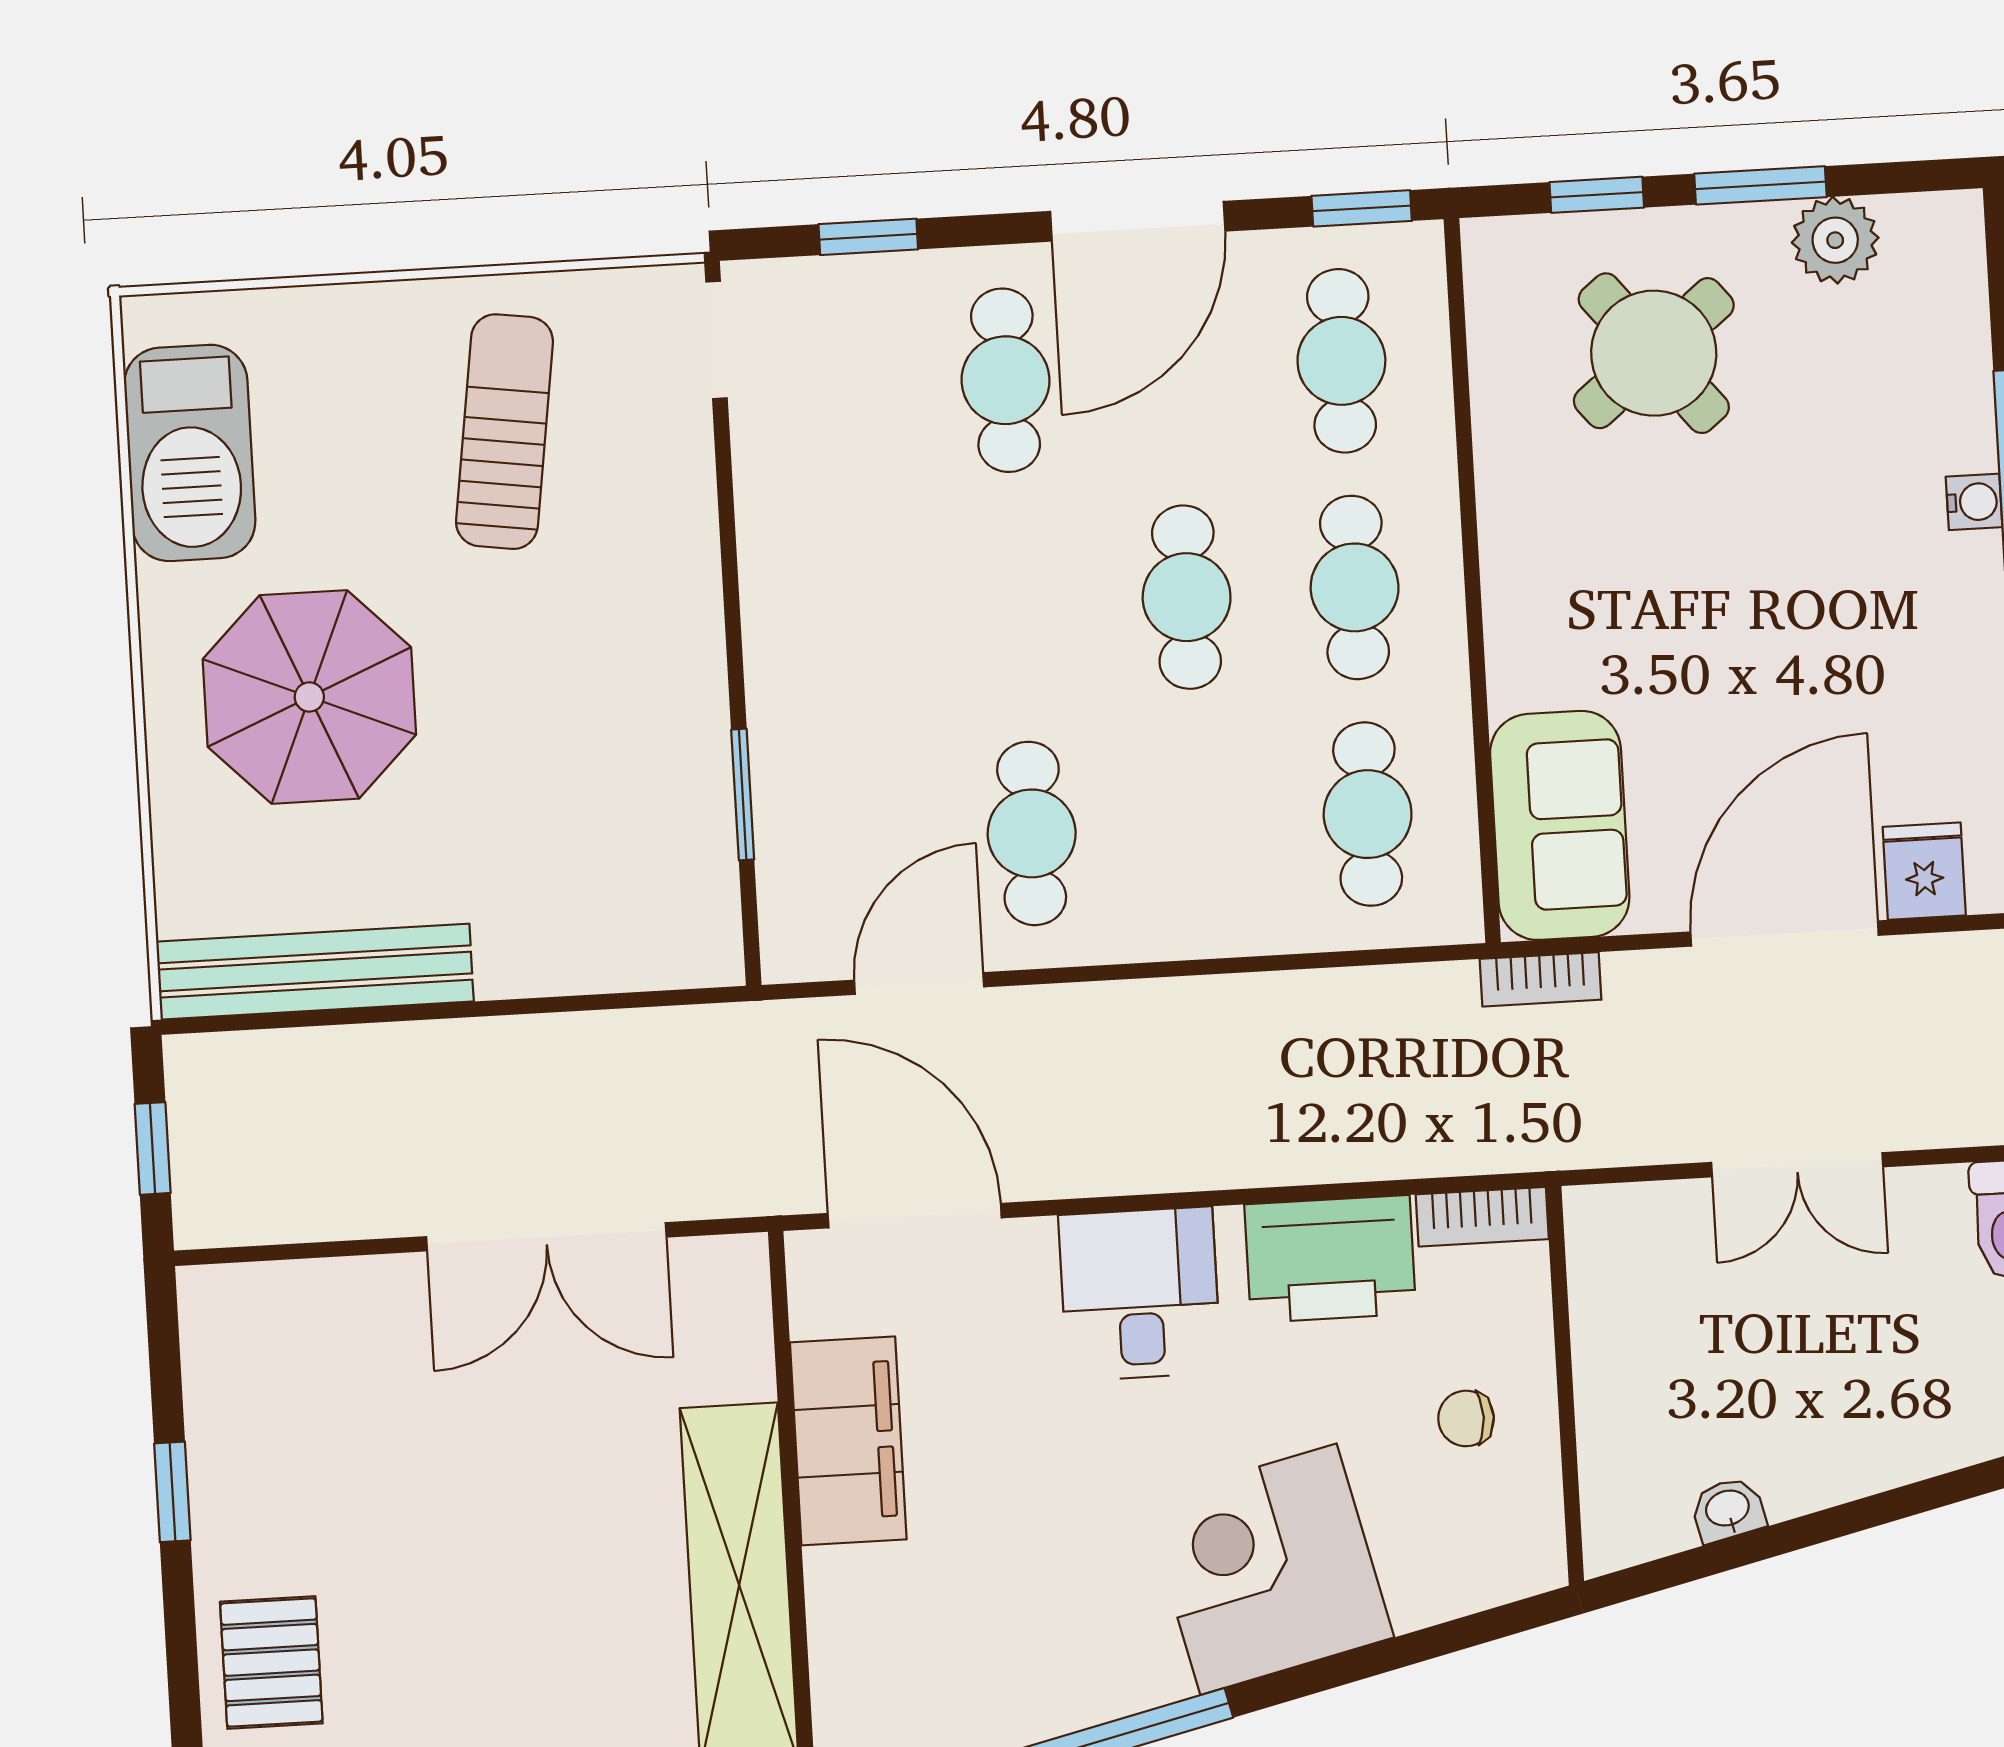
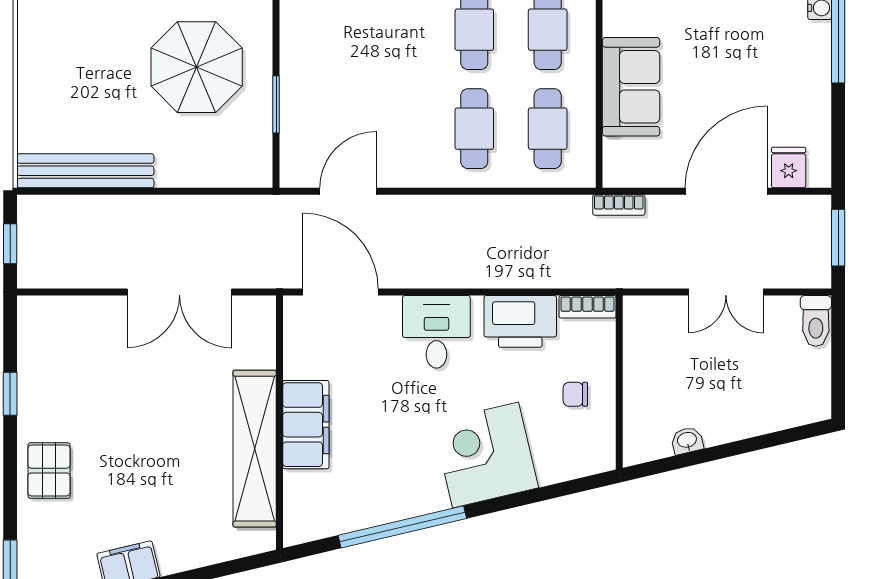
parasol: (309, 697) -> (197, 67), moved
sofa: (1560, 825) -> (631, 87), moved
cafe table: (1032, 833) -> (474, 129), moved
filing cabinet: (848, 1441) -> (306, 425), moved

